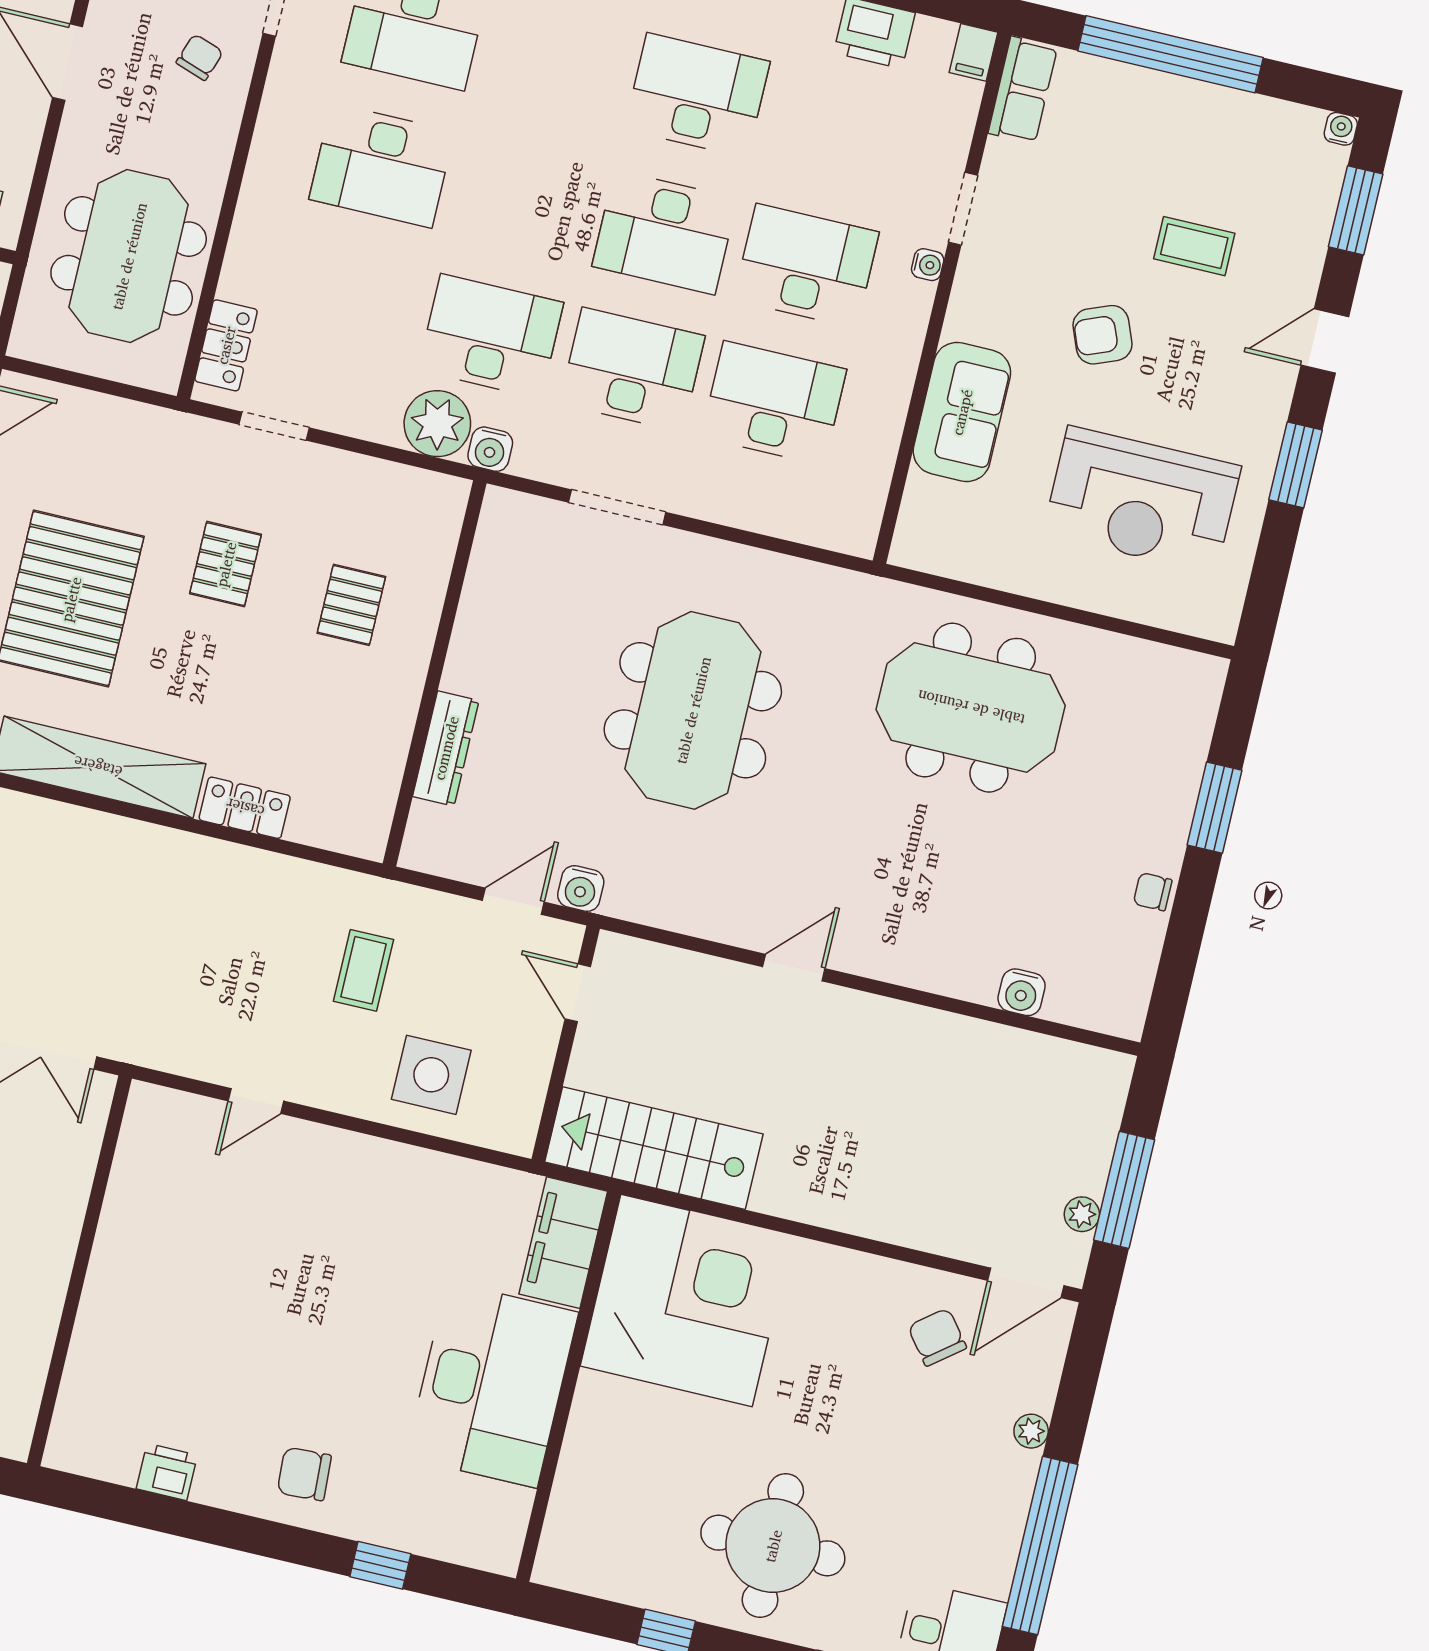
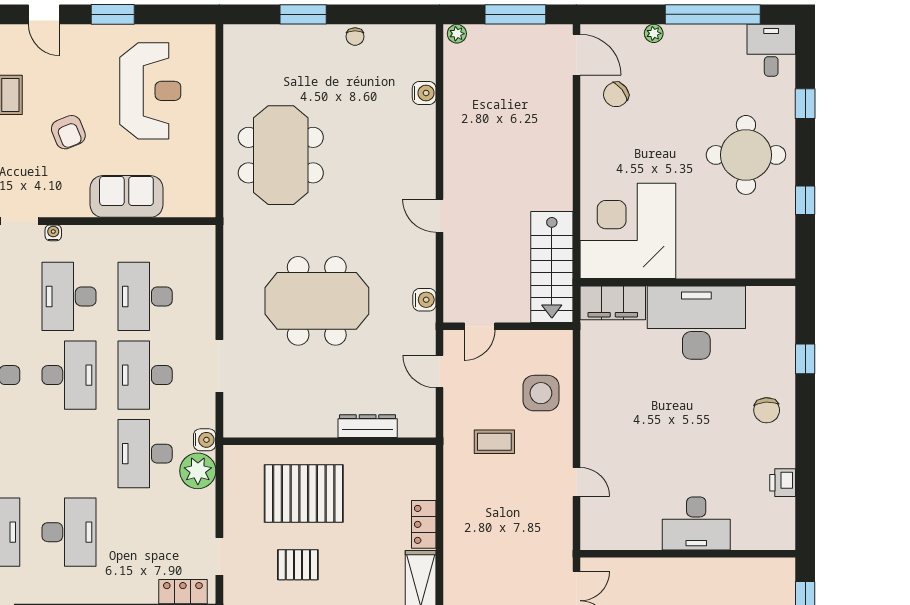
pallet: (351, 605) -> (304, 494), width x2.05, depth x2.00
water cooler: (581, 888) -> (424, 300), moved
plant: (1082, 1214) -> (457, 34), moved
desk: (130, 1299) -> (696, 523), added

